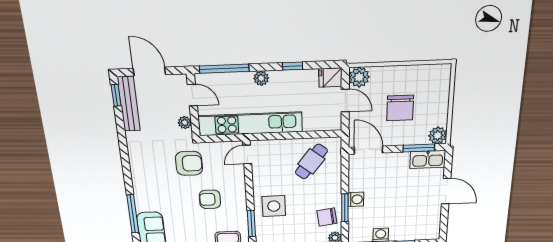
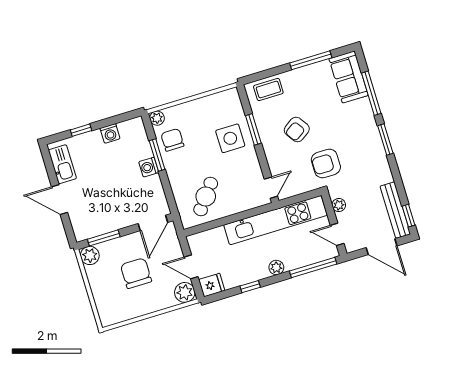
door: (368, 150) -> (153, 223), hinge flipped
kitchen sink: (428, 159) -> (62, 164), moved, turned 90
window: (127, 171) -> (385, 140), added
armchair: (210, 199) -> (297, 129), turned 146
chair: (327, 217) -> (172, 140), turned -82
window: (251, 224) -> (253, 129), moved

